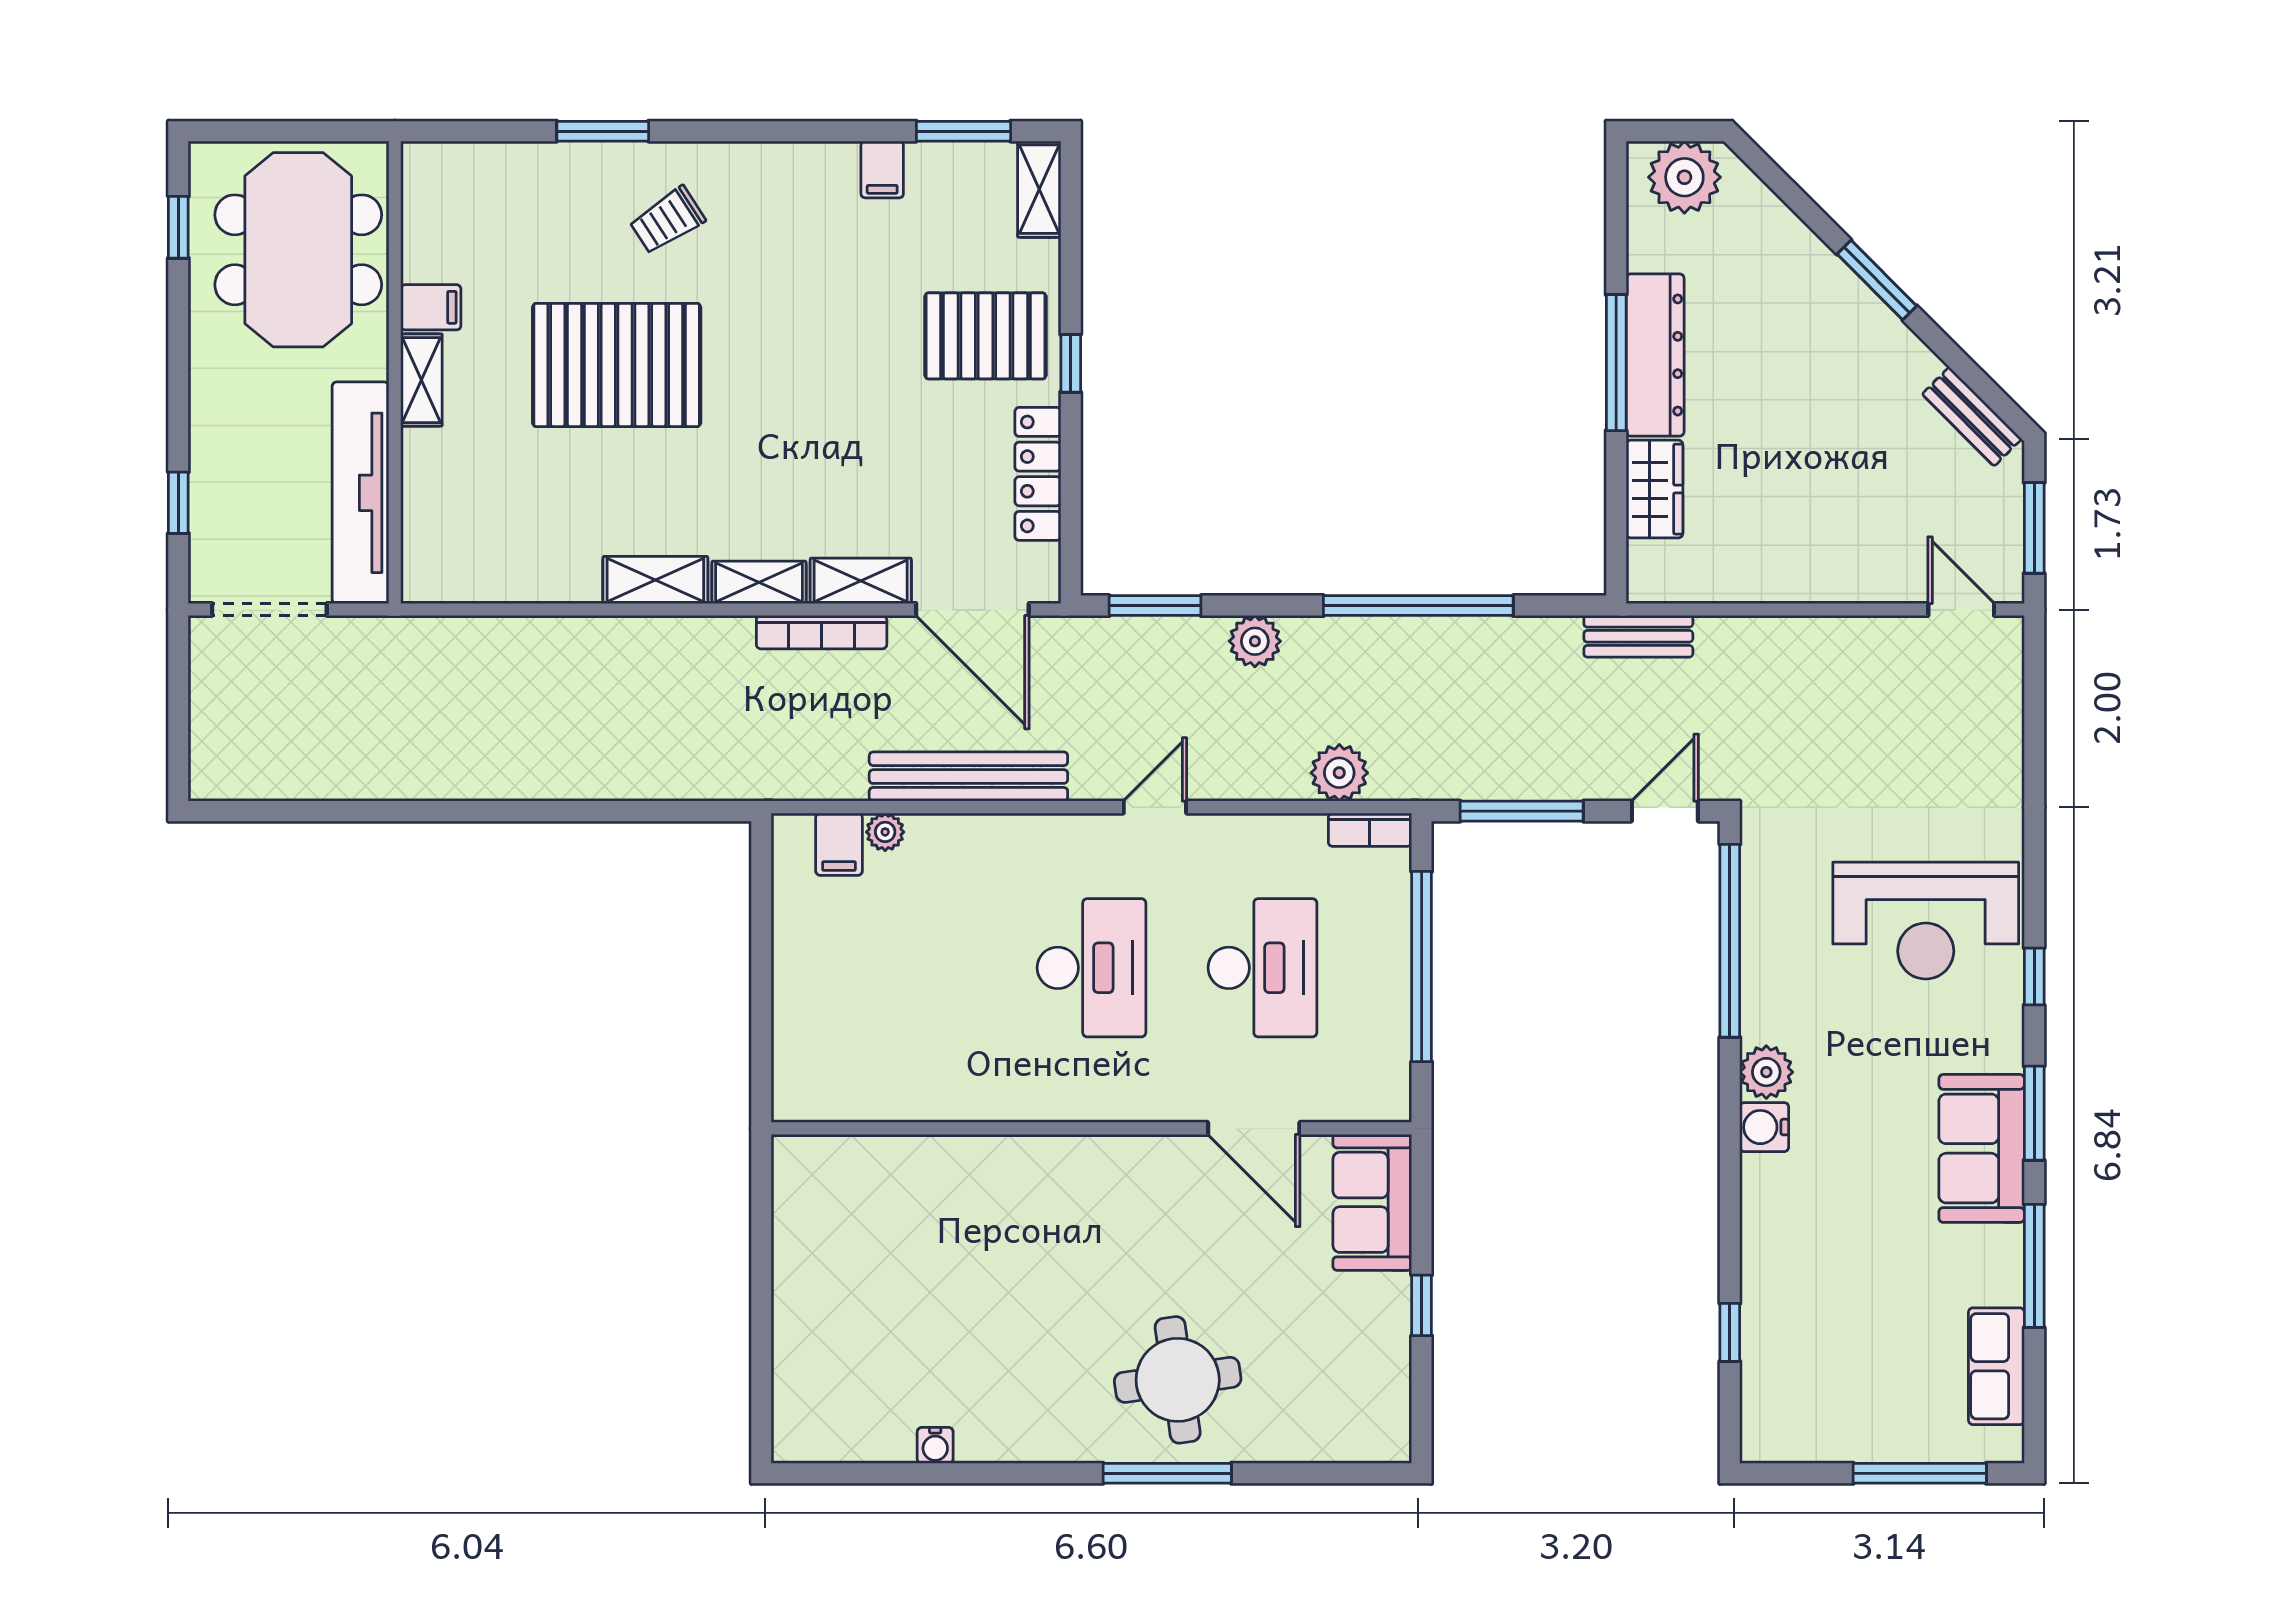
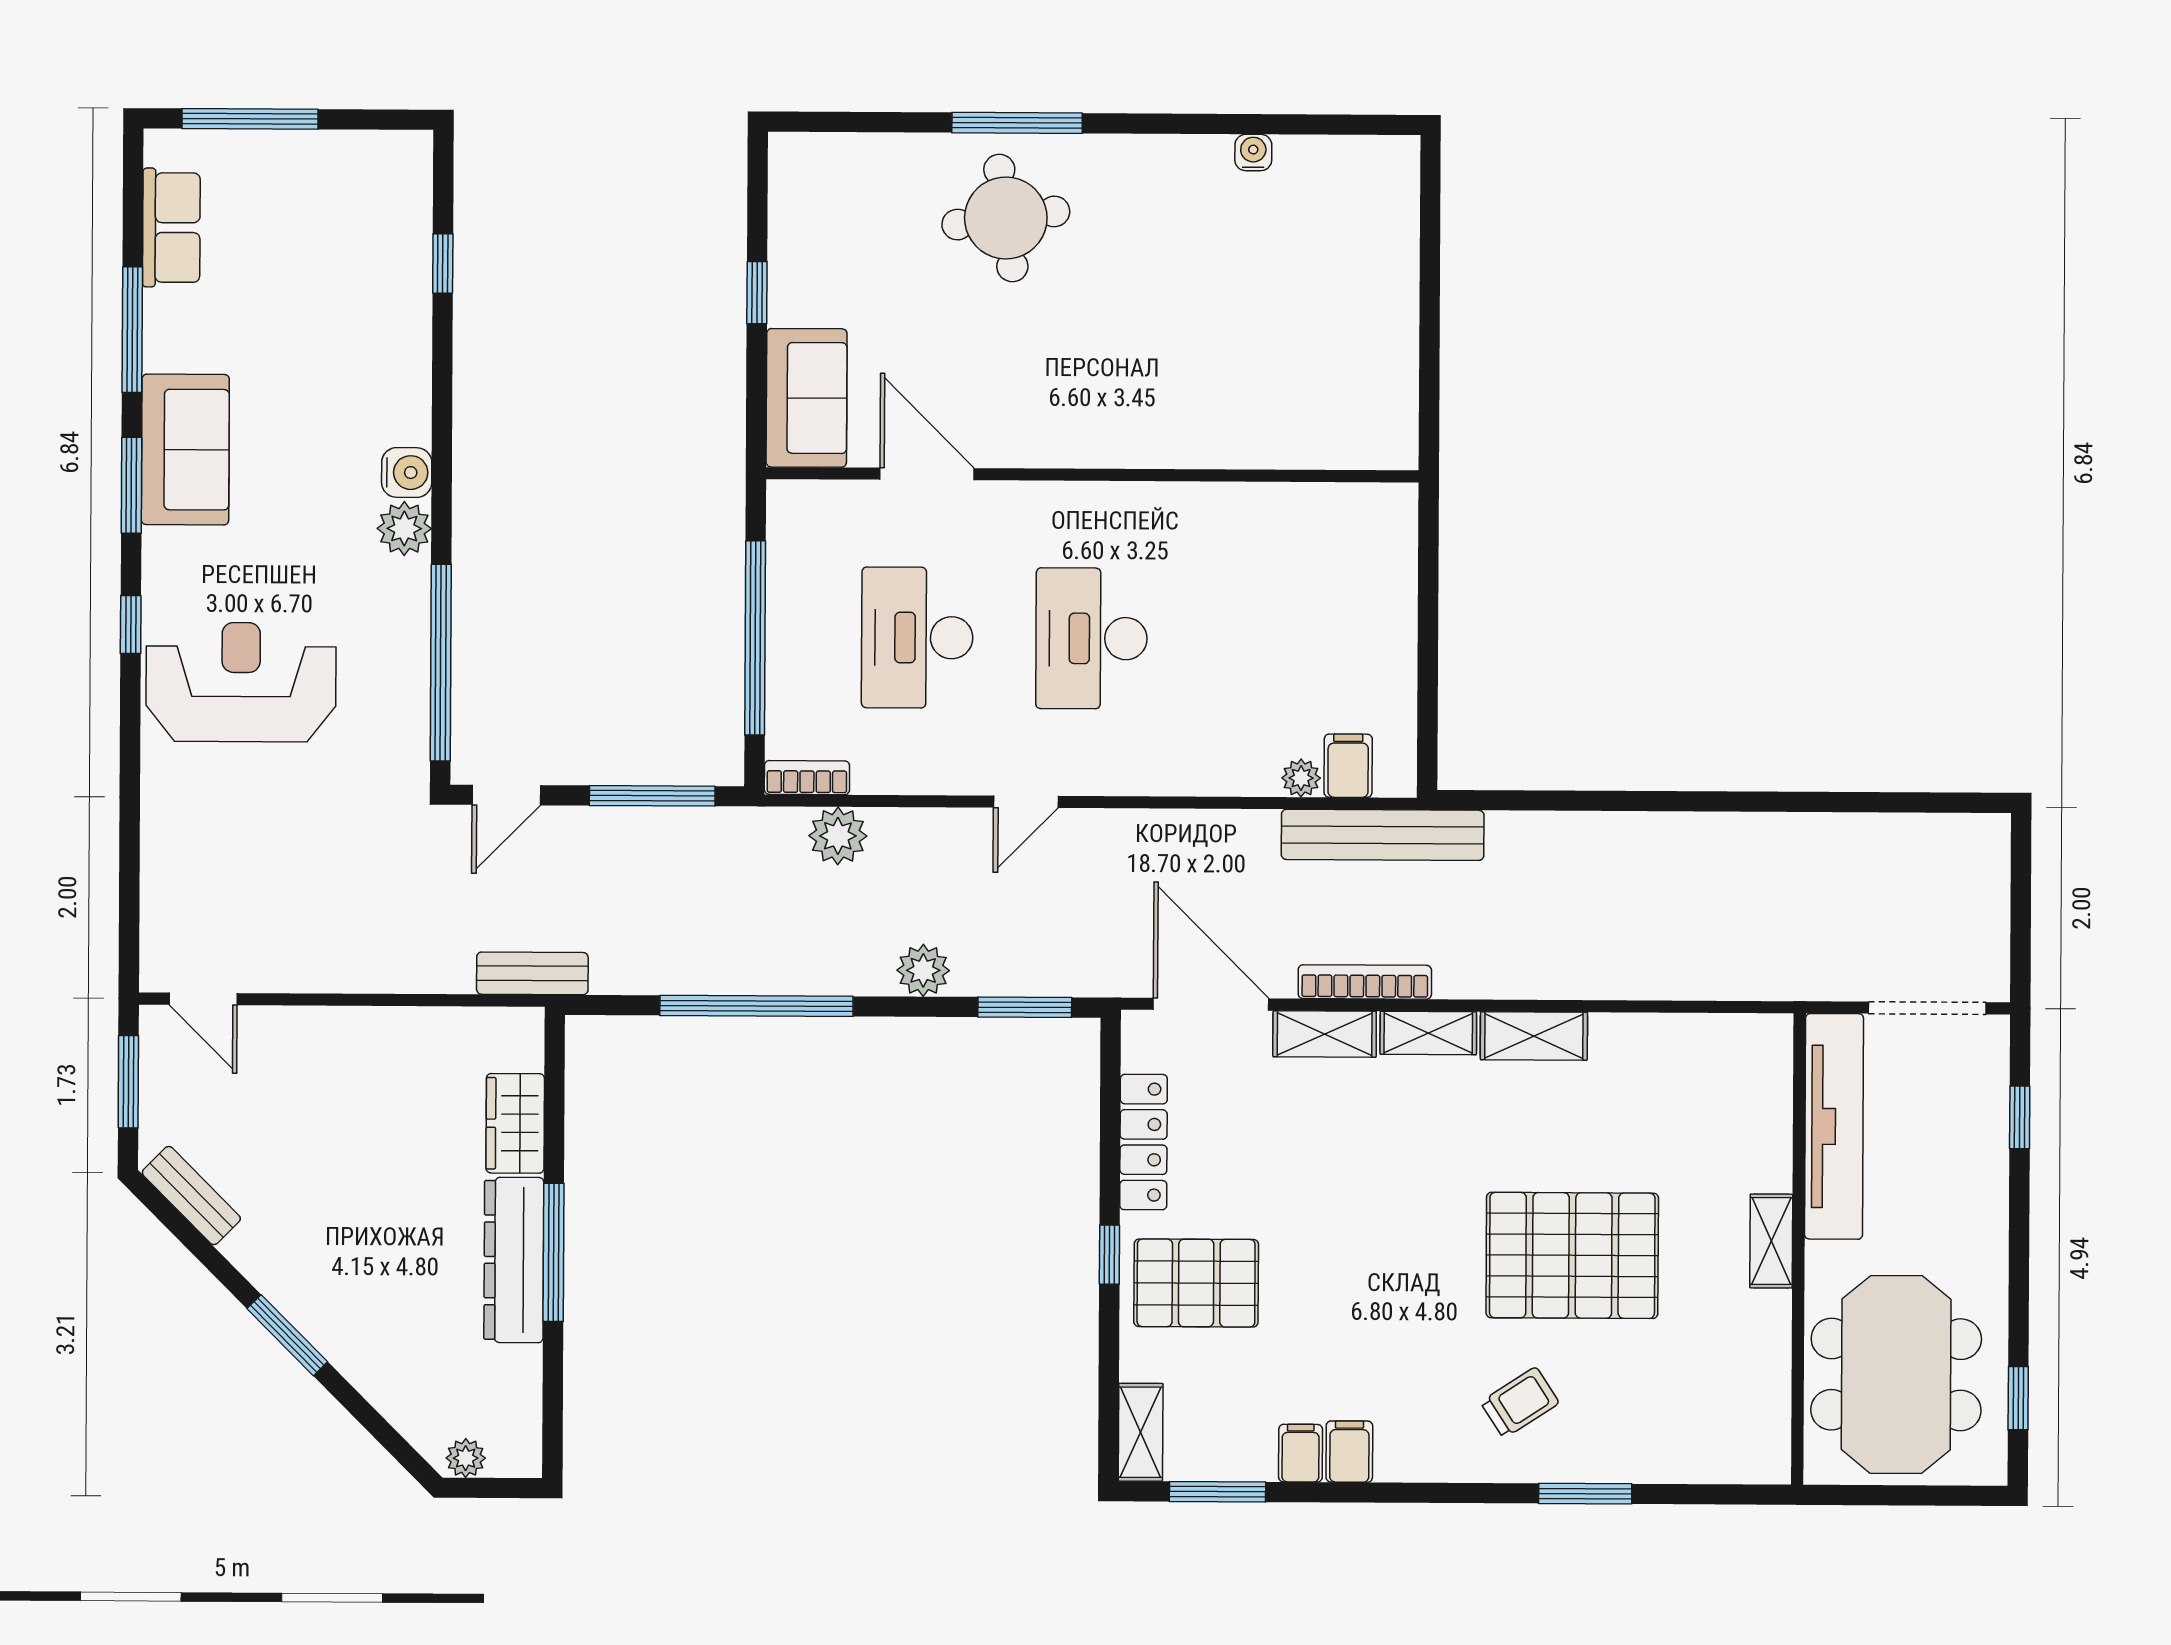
plant: (1684, 177) -> (466, 1458), width x0.53, depth x0.53
filing cabinet: (431, 307) -> (1349, 1452), moved, turned 90
bench: (968, 777) -> (1383, 835), moved

